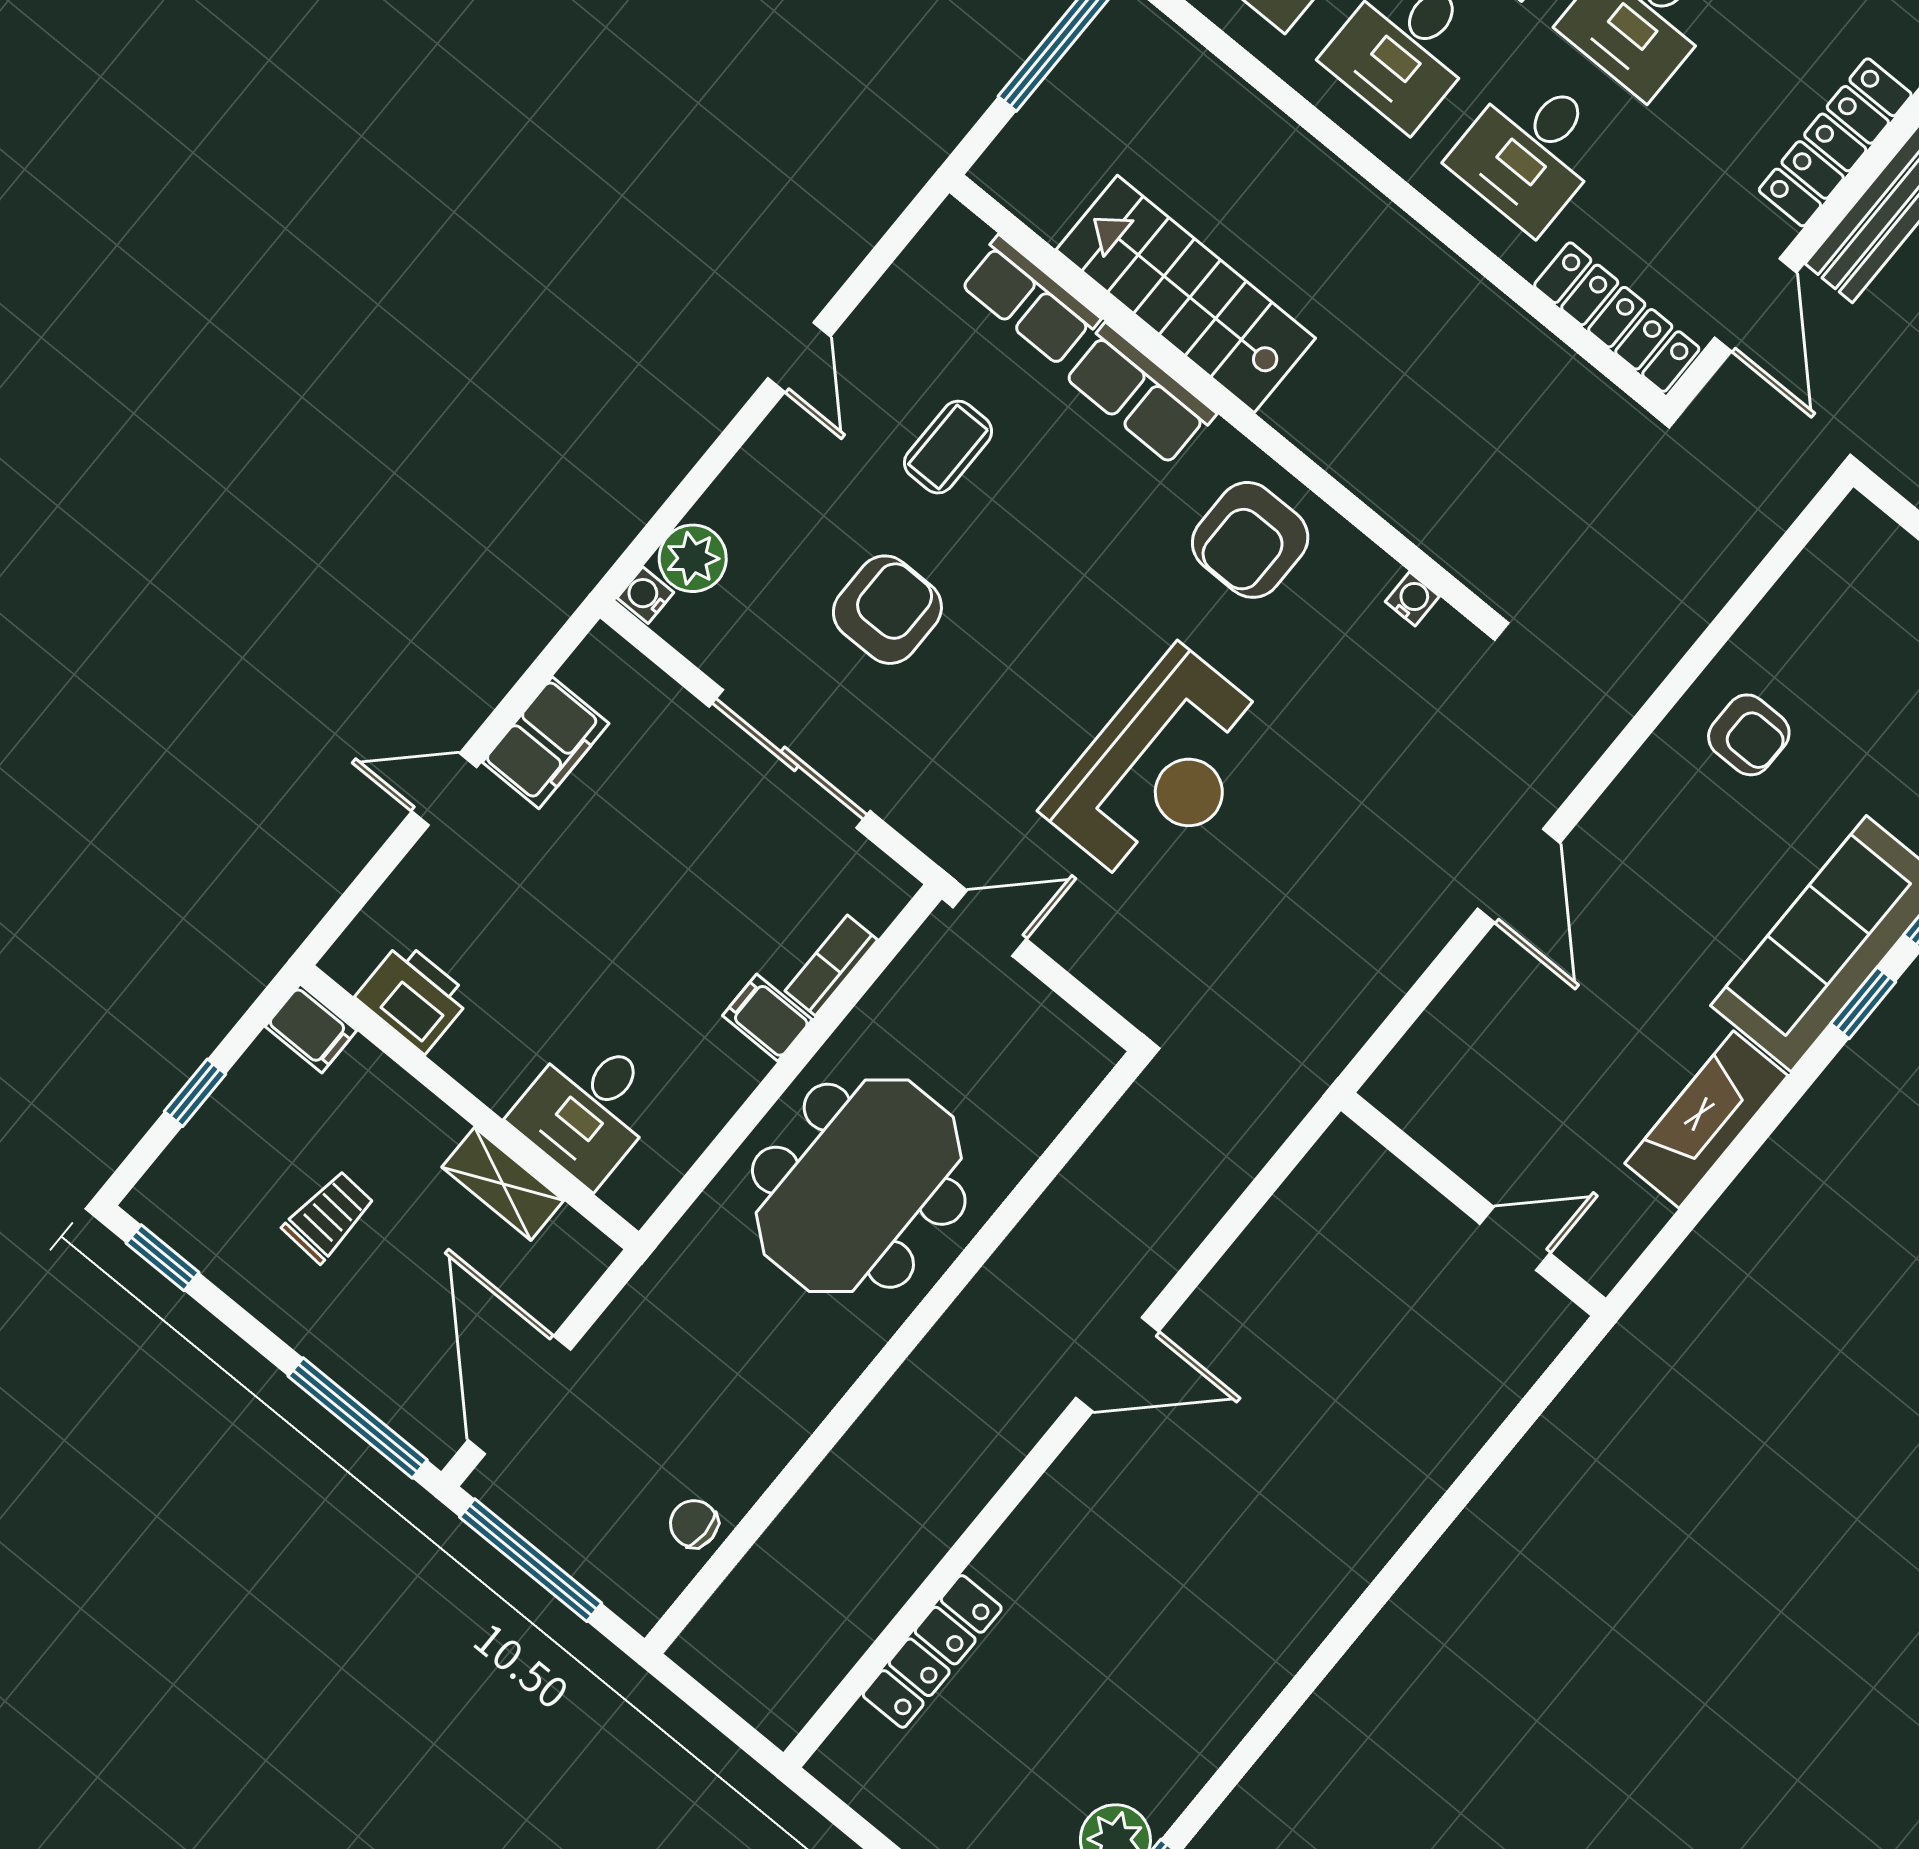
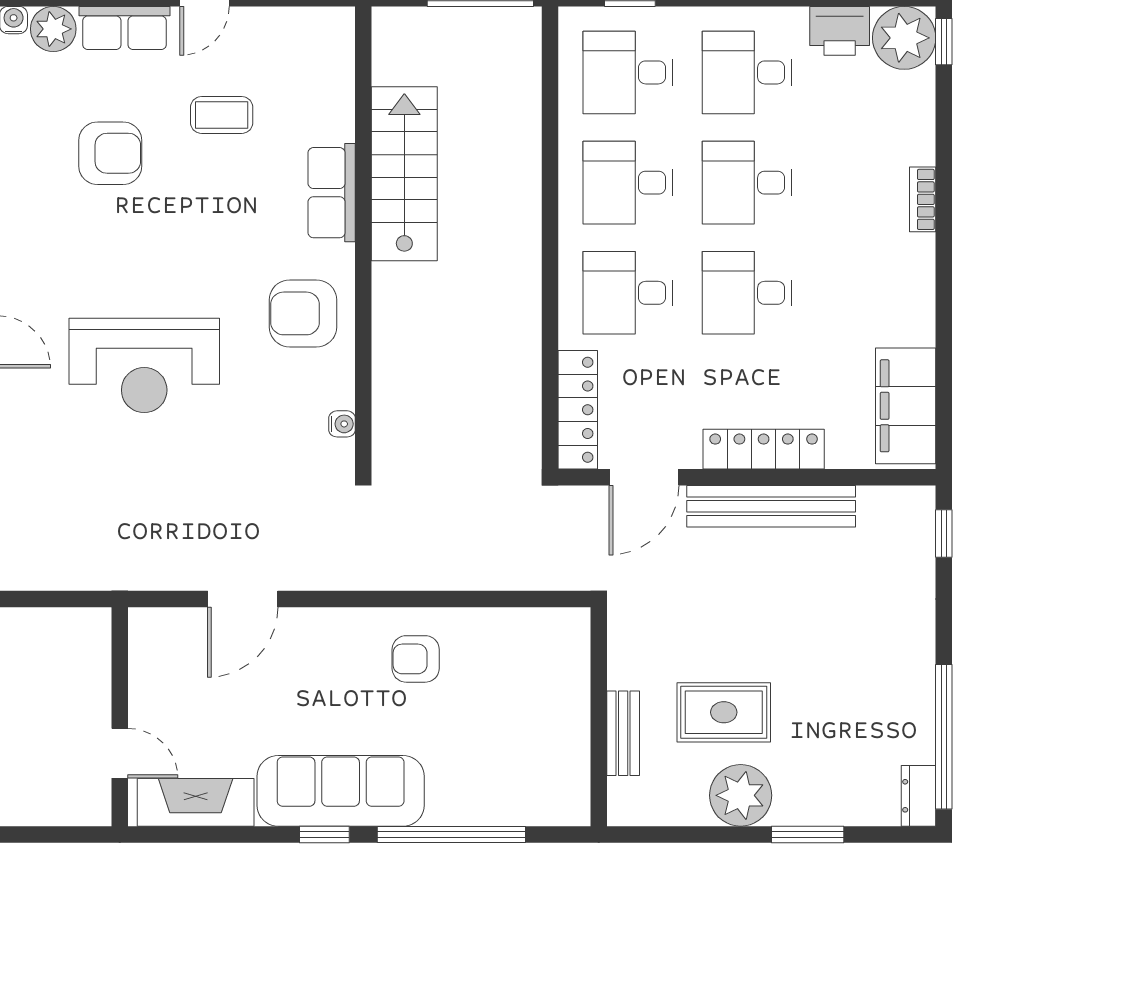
row of seats: (1030, 301) -> (124, 28), moved, turned -90
armchair: (1749, 735) -> (416, 659), turned 90
wall: (1473, 1204) -> (120, 717), moved
door: (1515, 1239) -> (120, 753), moved

